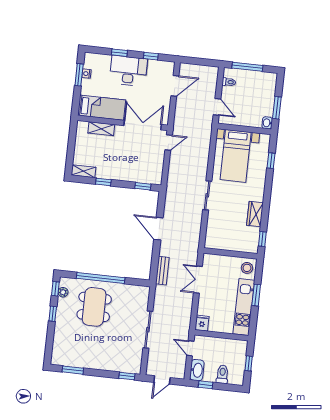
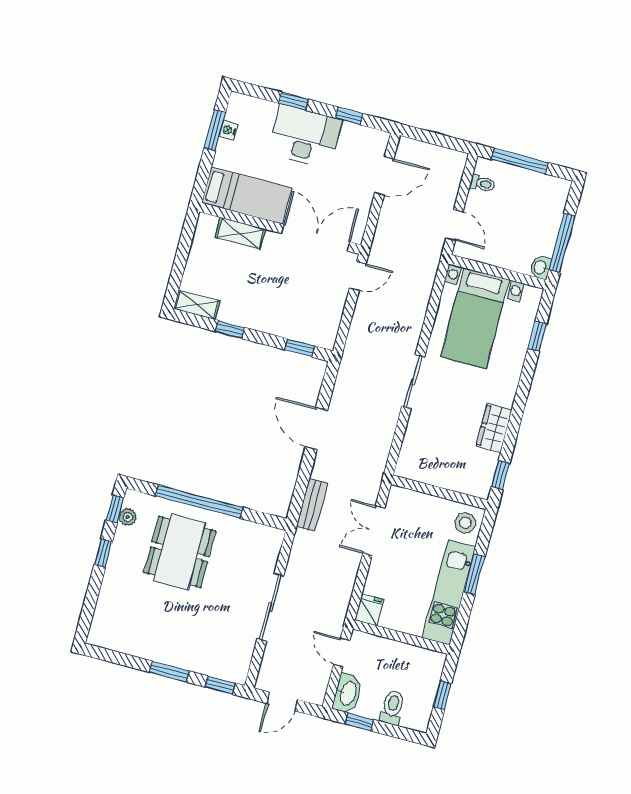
window: (277, 108) -> (562, 243), width x1.44
window: (73, 370) -> (169, 672), moved

